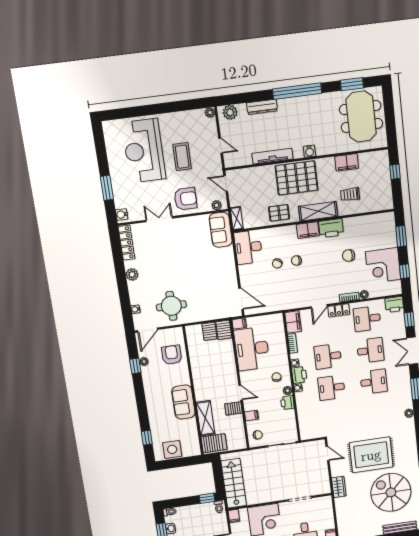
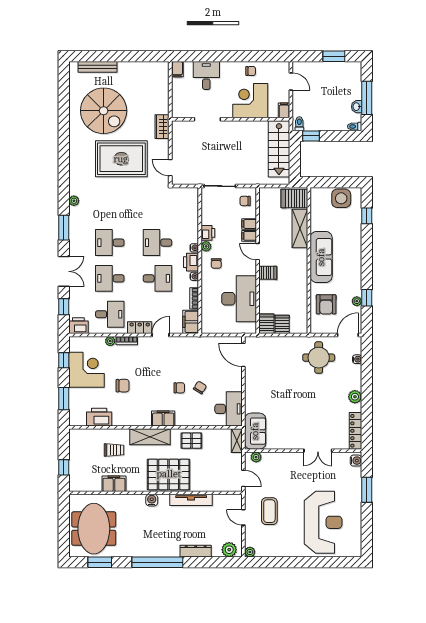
coffee table: (182, 157) -> (269, 511), moved
armchair: (185, 199) -> (287, 468), removed
printer: (331, 228) -> (99, 417), moved
filing cabinet: (239, 324) -> (249, 236), moved
desk: (331, 388) -> (157, 243), turned 180
sofa: (183, 402) -> (321, 257), width x1.36
server rack: (233, 408) -> (268, 273), moved

